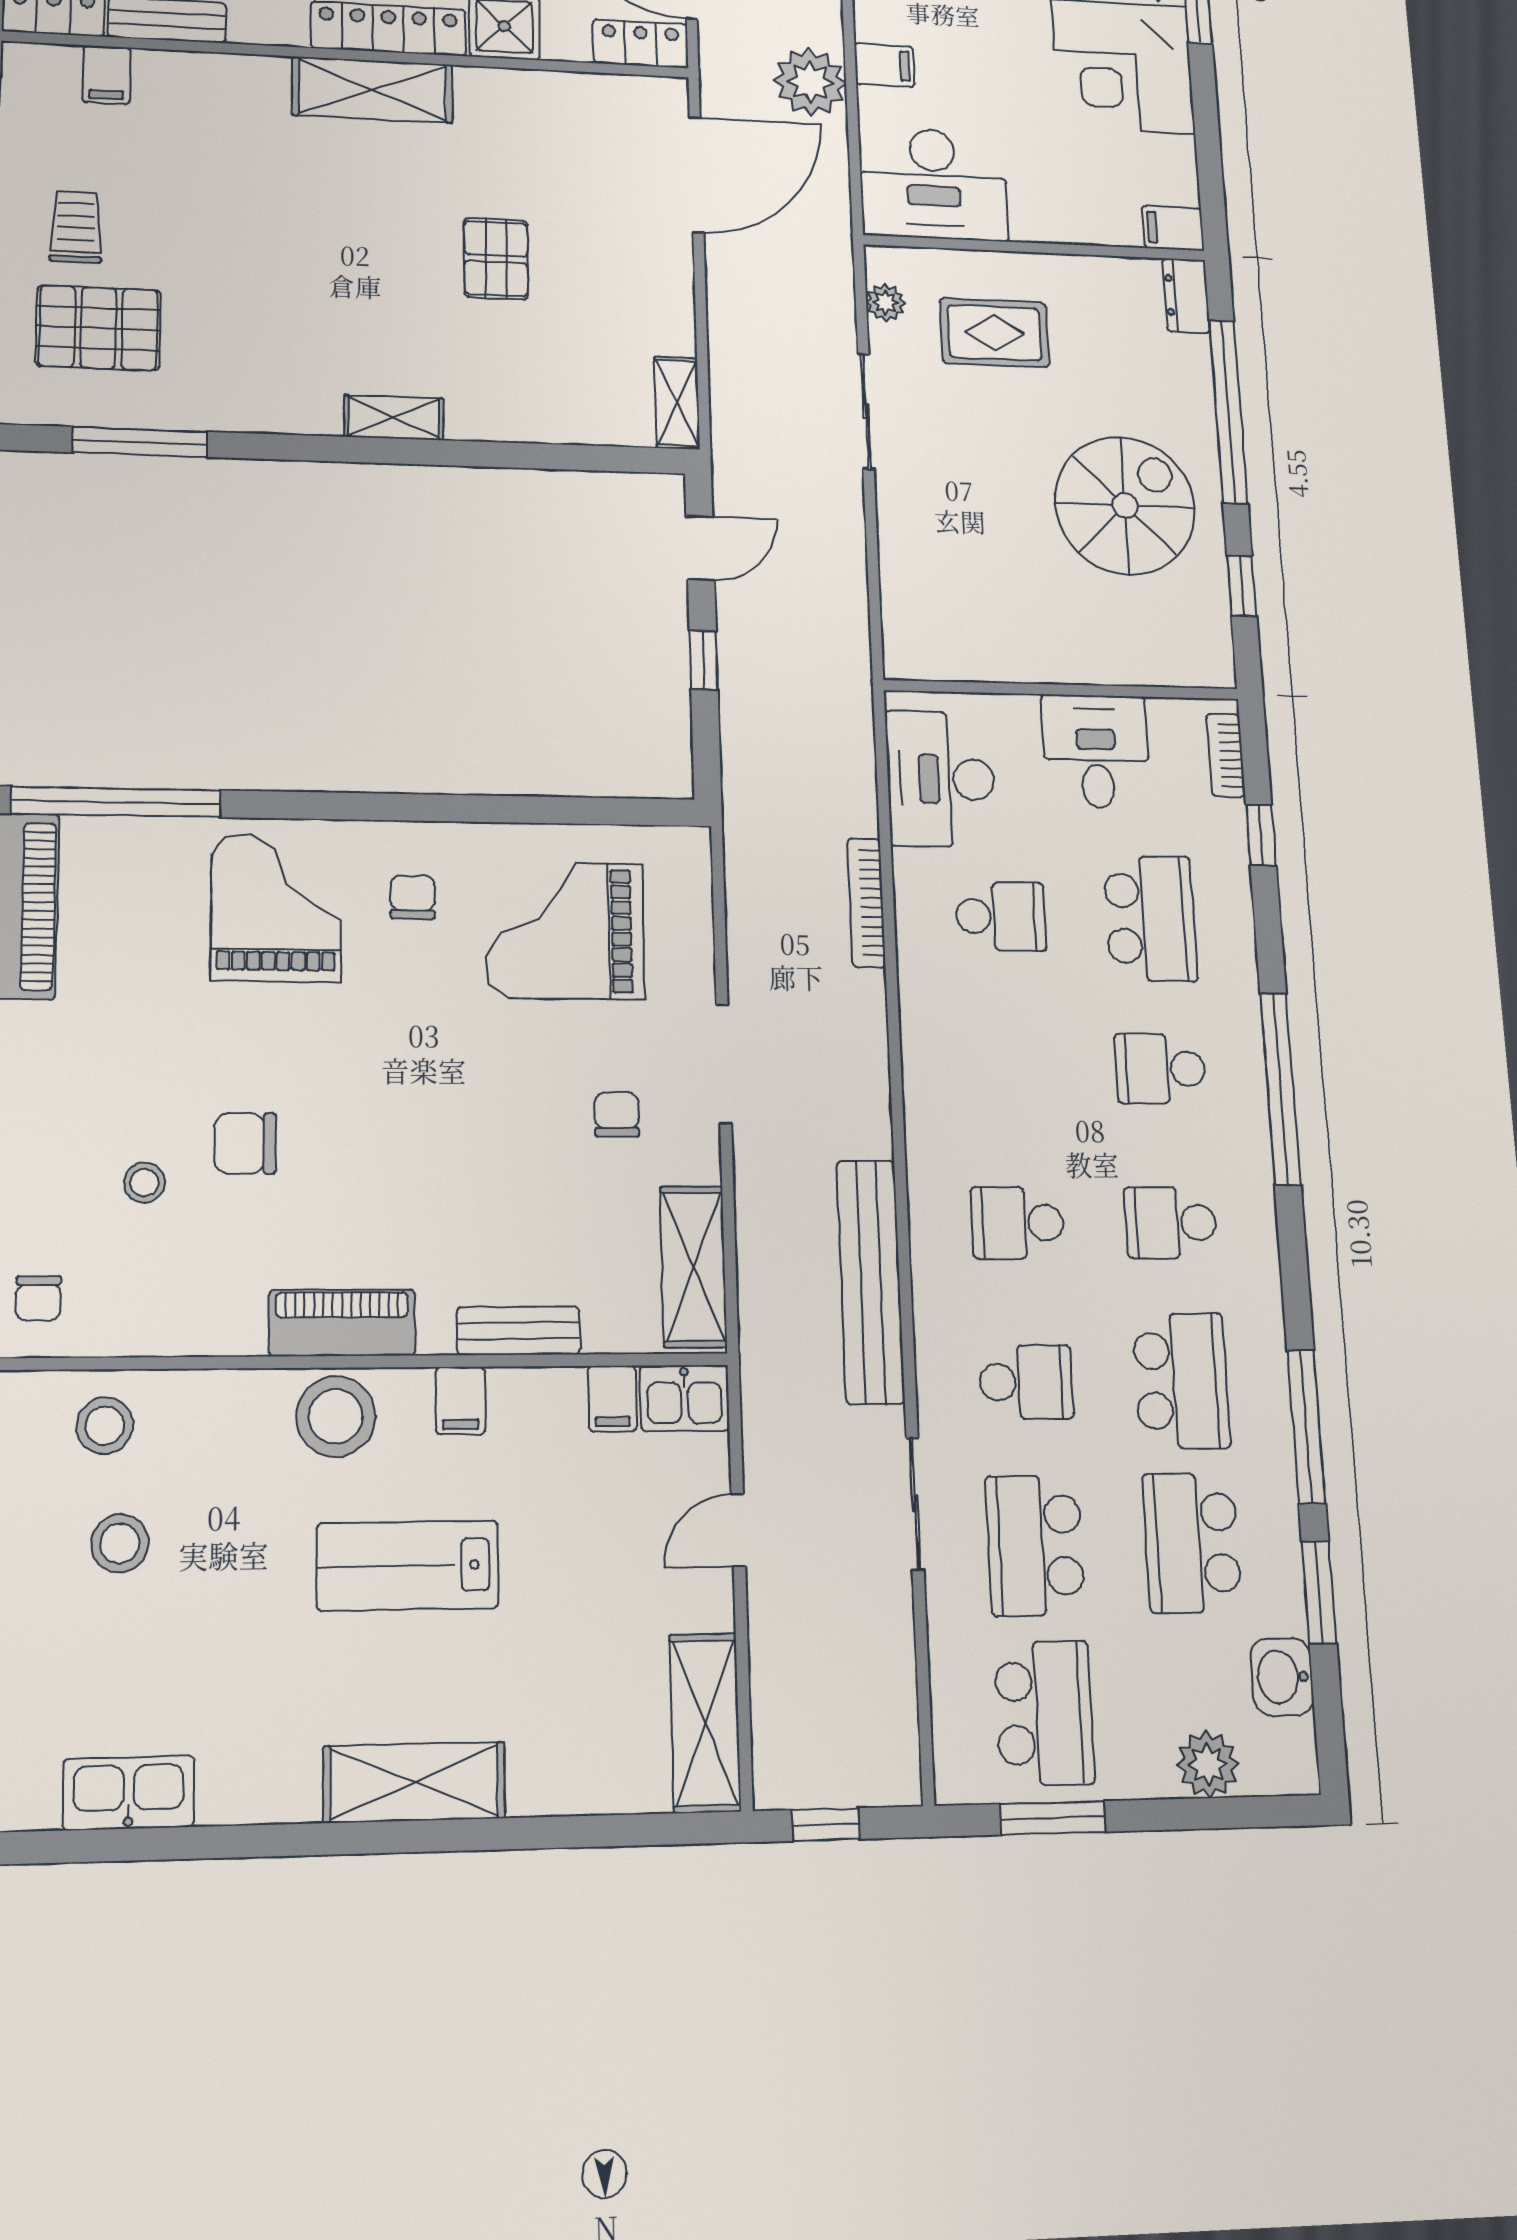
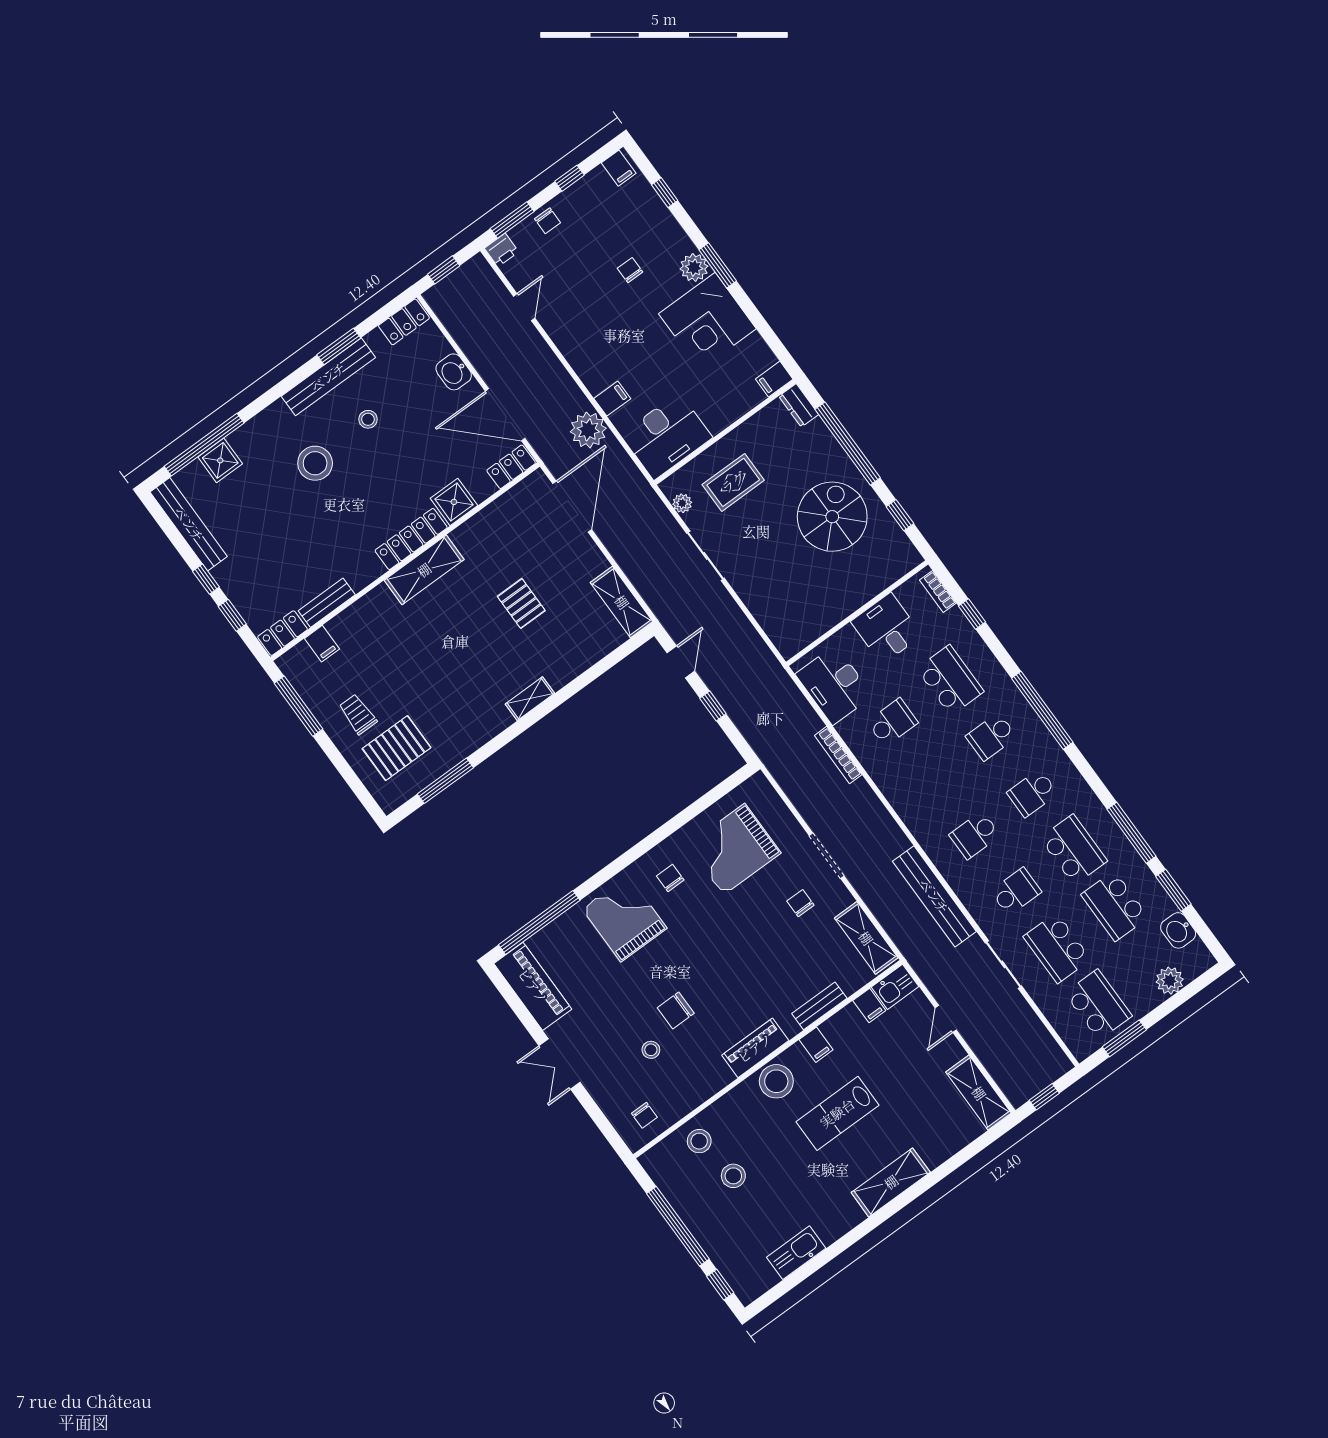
shelving: (677, 403) -> (622, 602), width x1.50, depth x1.33

